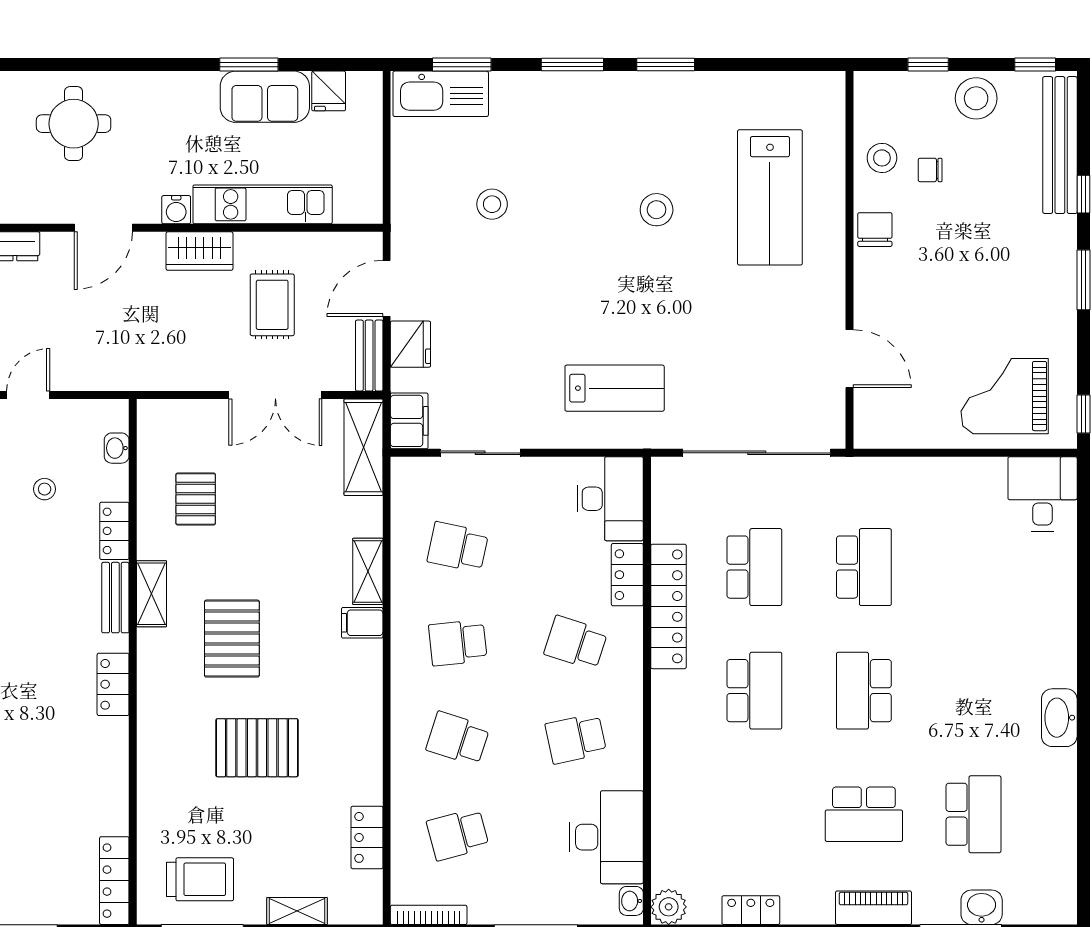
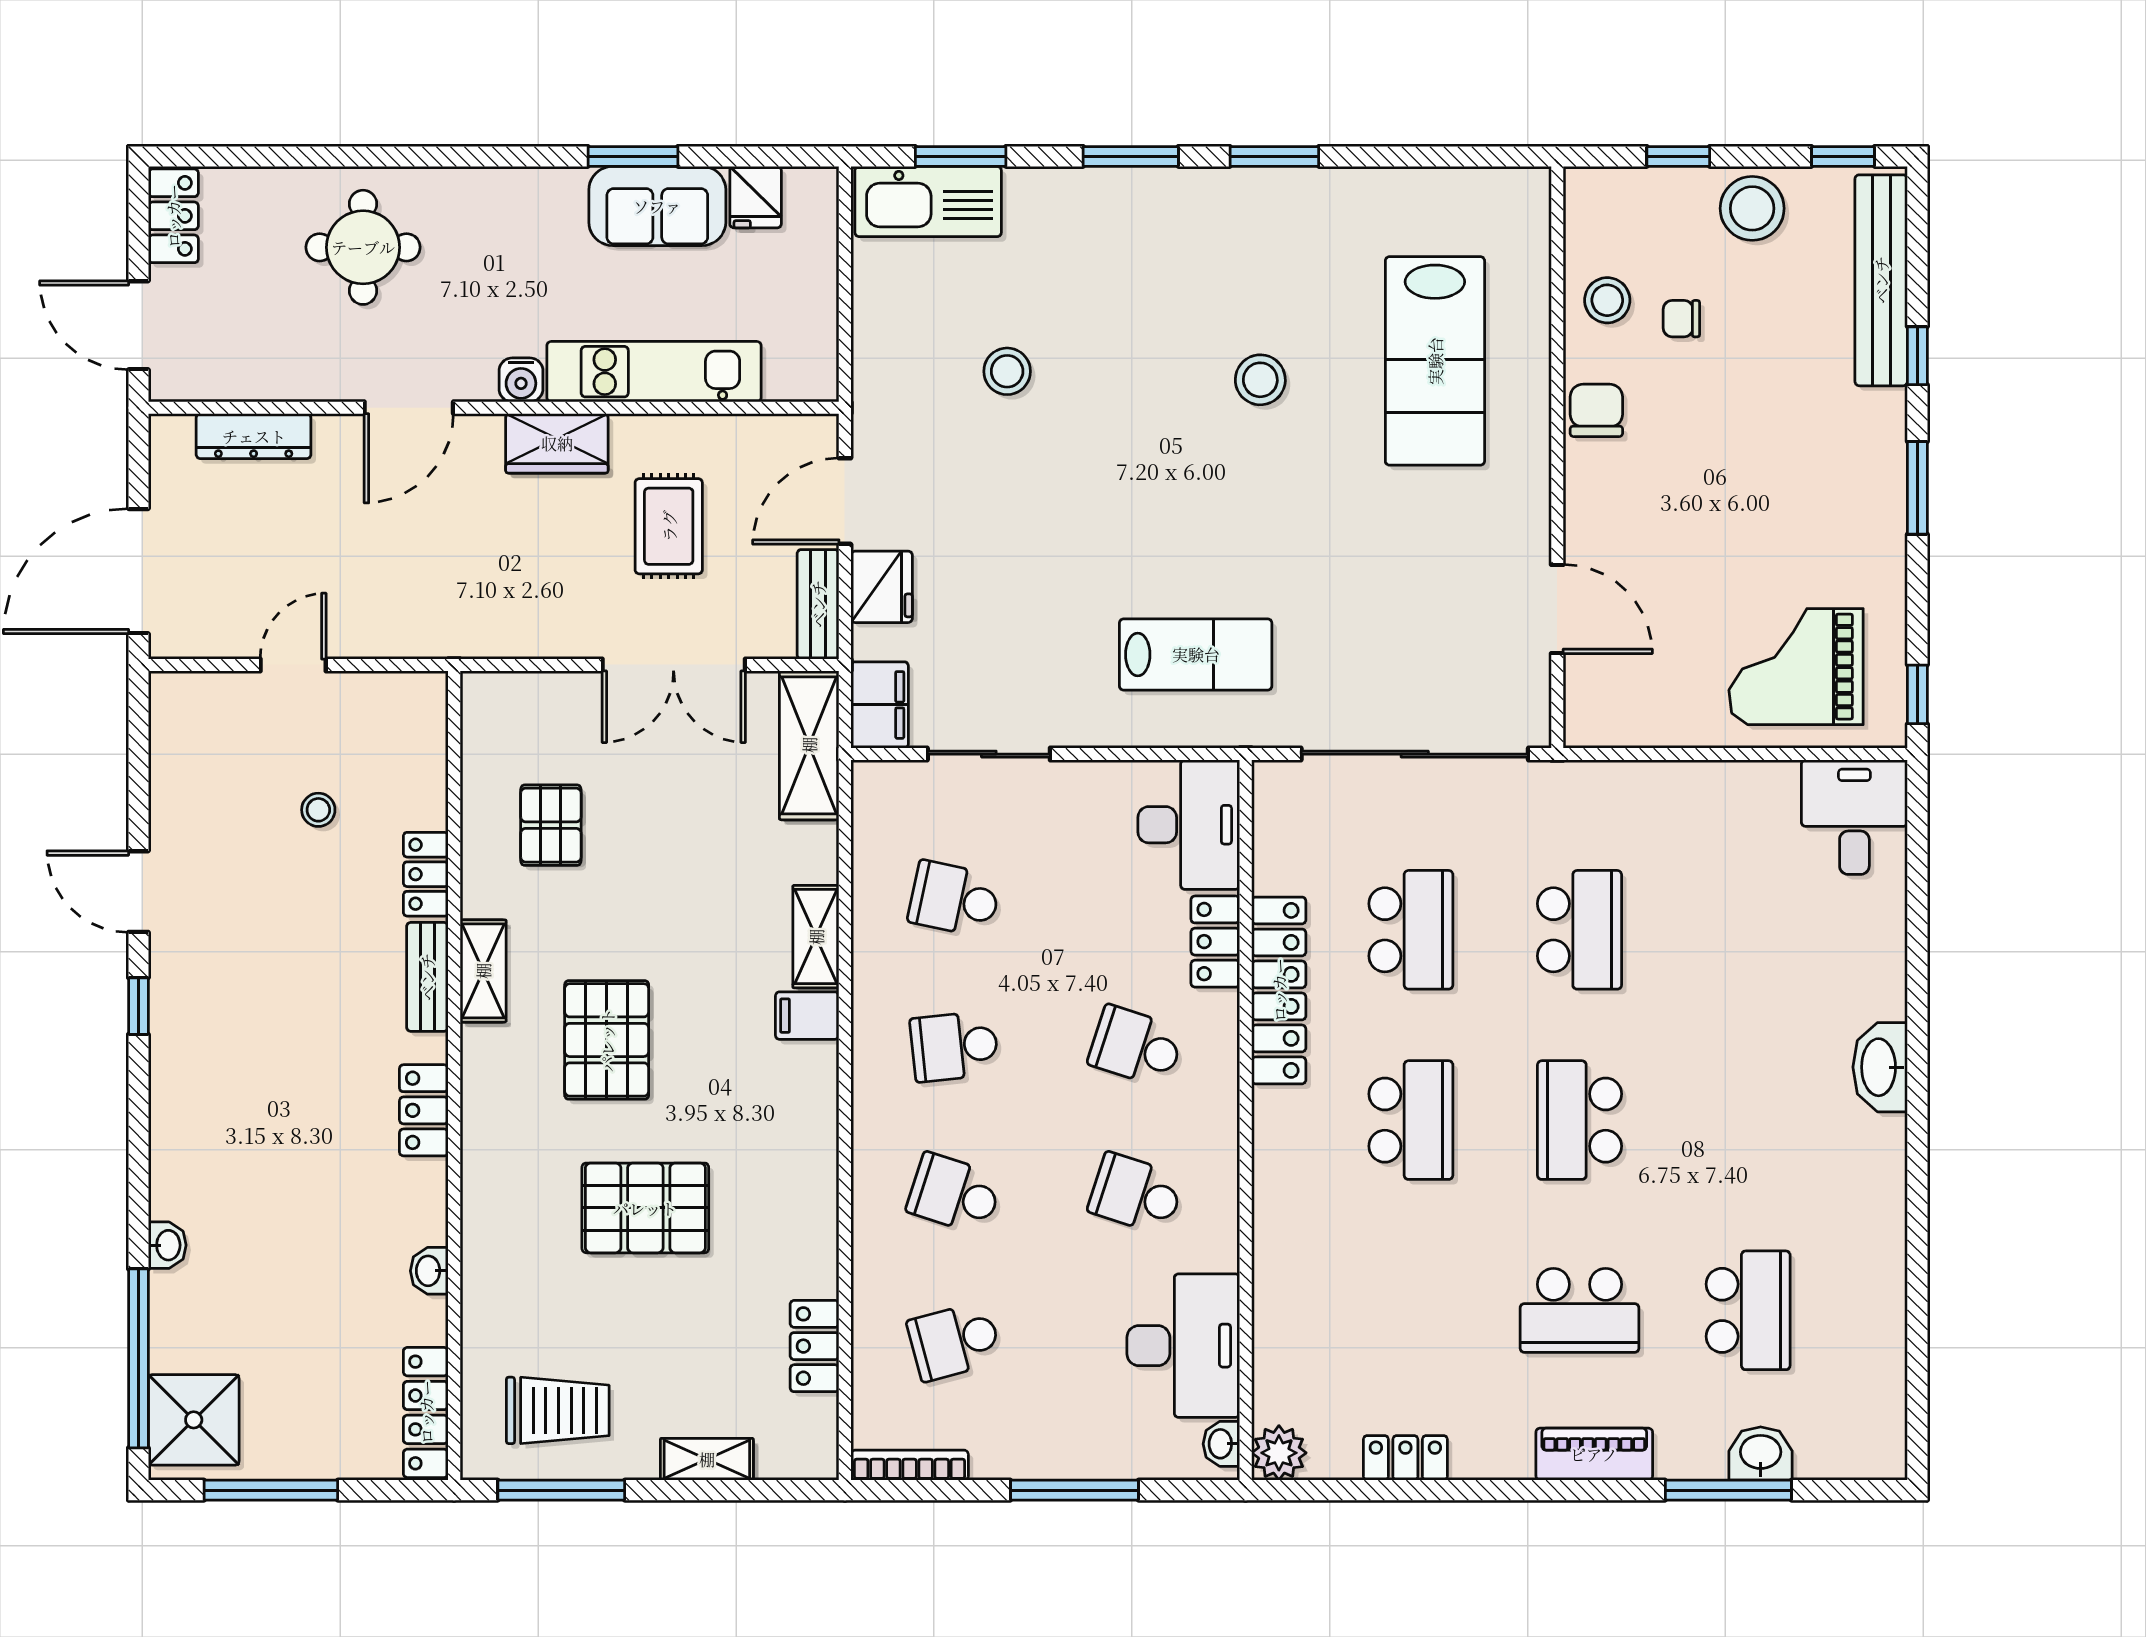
washbasin: (117, 448) -> (429, 1271), moved
washbasin: (1059, 718) -> (1880, 1067), moved
school desk: (576, 739) -> (1136, 1194), turned 30

